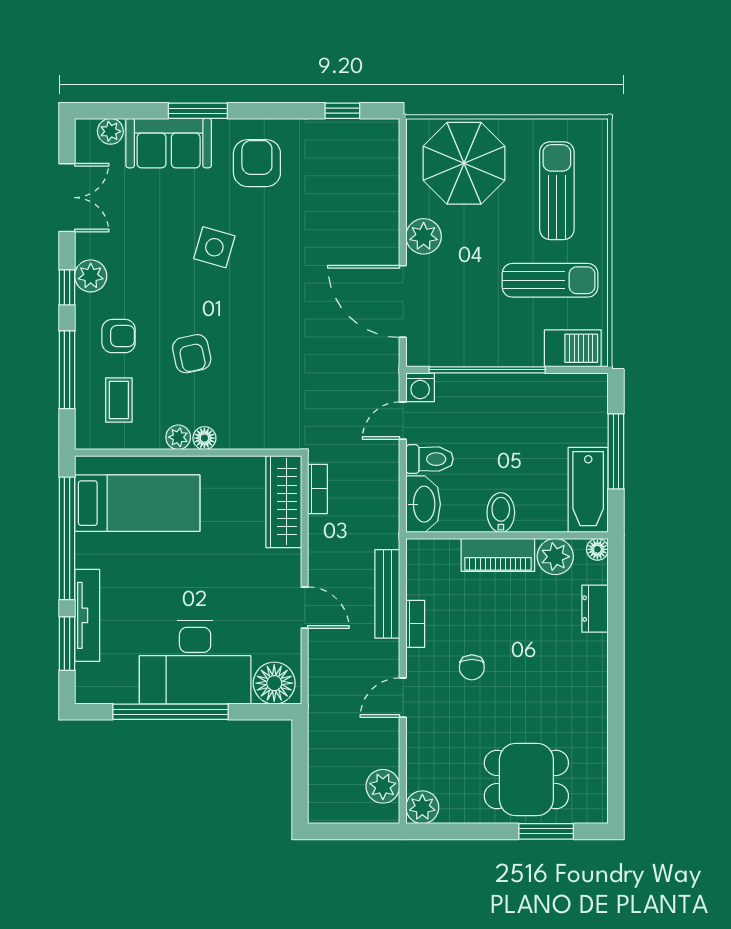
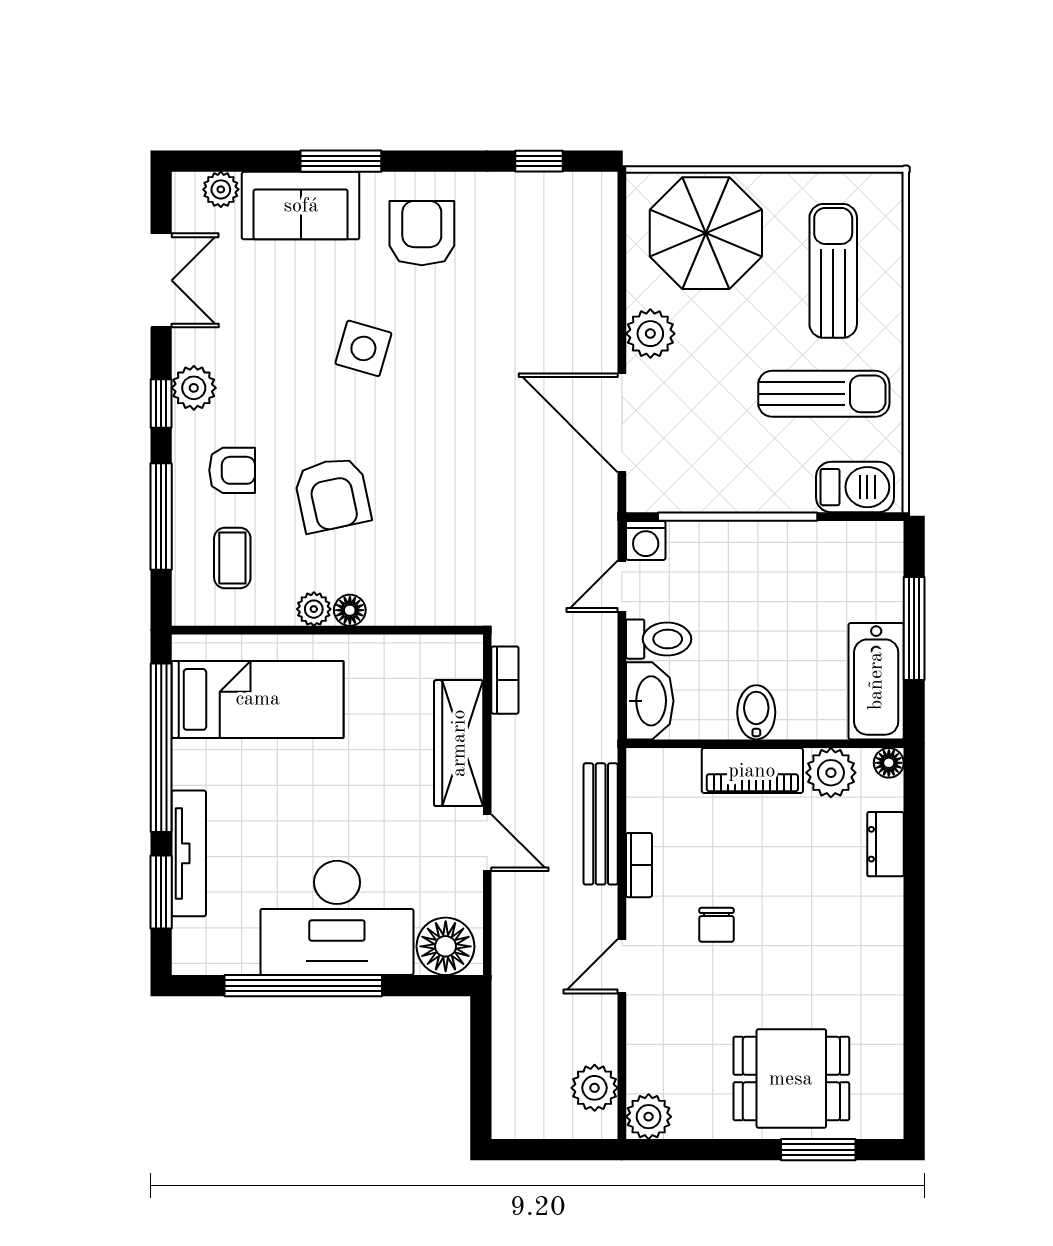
armchair: (192, 354) -> (332, 494), width x1.38, depth x1.38
wardrobe: (284, 502) -> (459, 743), moved

